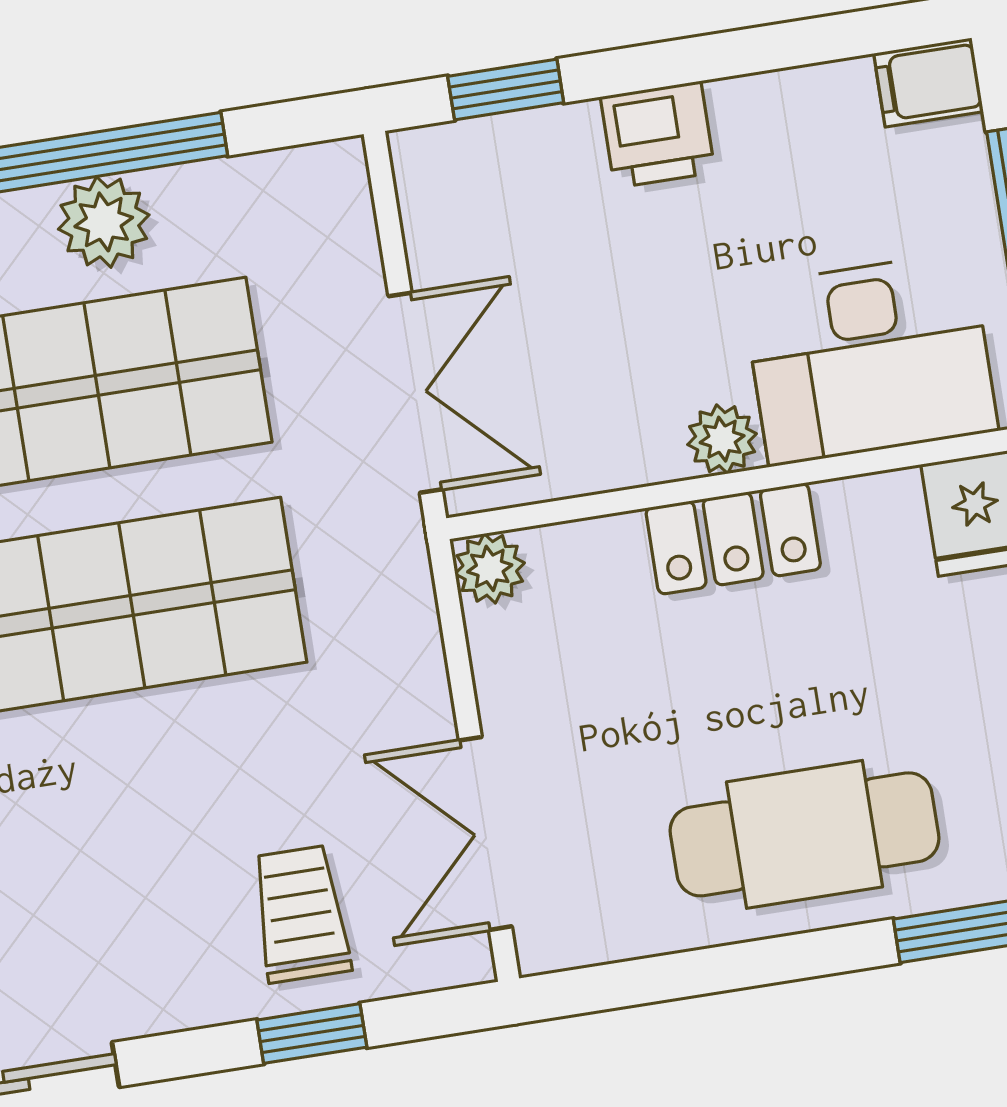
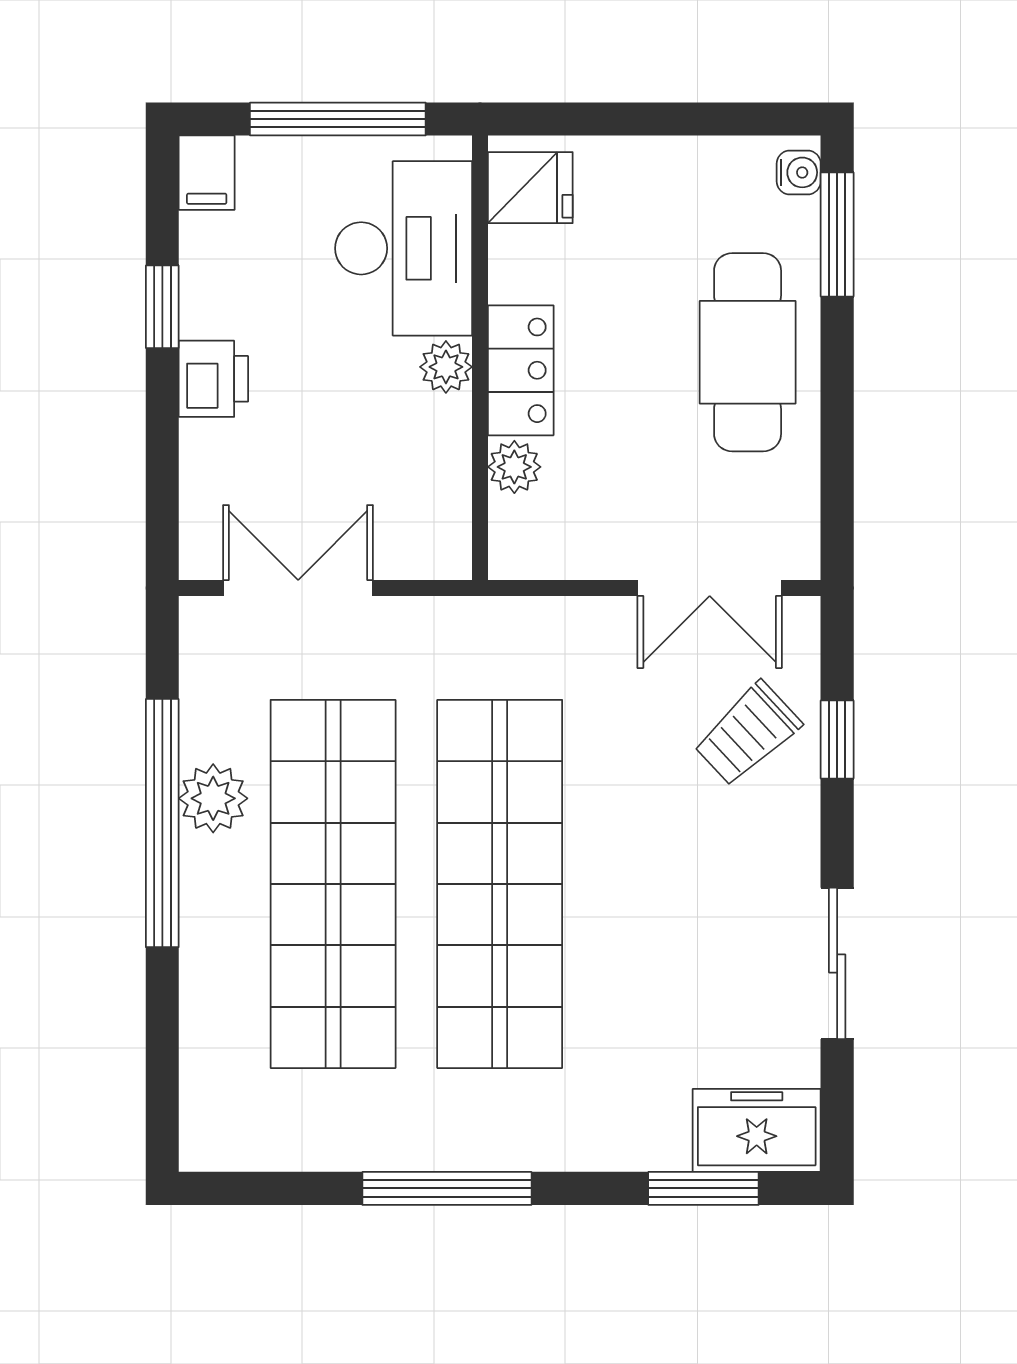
window: (506, 89) -> (162, 307), moved
double door: (416, 393) -> (298, 588), moved
plant: (490, 568) -> (514, 467), moved
trolley: (301, 914) -> (747, 734), turned -43

